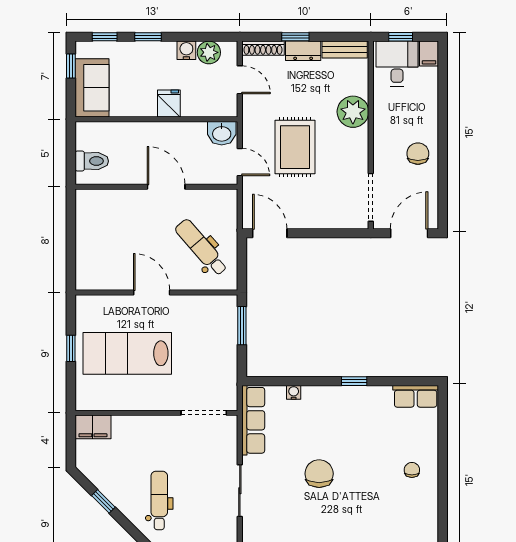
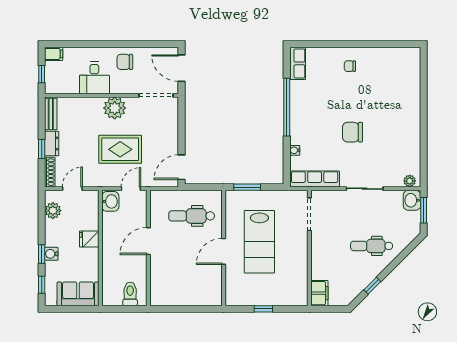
water cooler: (186, 50) -> (51, 254), moved
desk: (397, 64) -> (94, 78), moved, turned -90
window: (71, 66) -> (62, 309), removed
plant: (353, 112) -> (115, 108), moved
dental chair: (201, 247) -> (192, 216), turned 41
lab bench: (127, 353) -> (259, 242), moved
window: (354, 381) -> (287, 107), width x3.17

